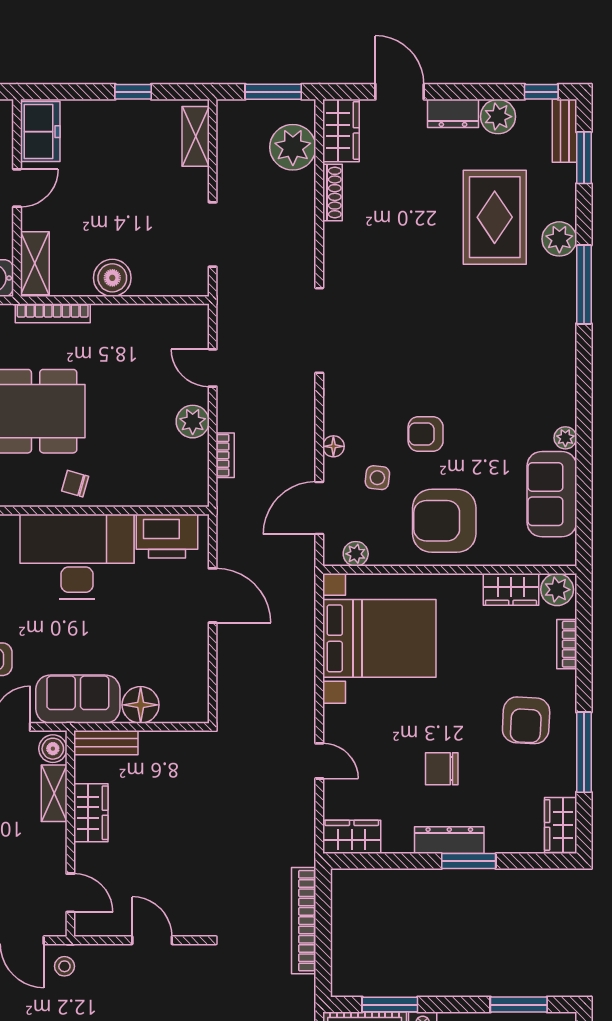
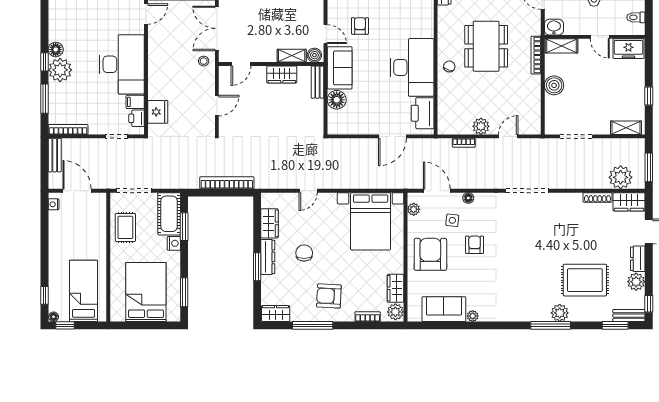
plant: (559, 239) -> (560, 313), moved
wardrobe: (352, 837) -> (269, 223), moved

